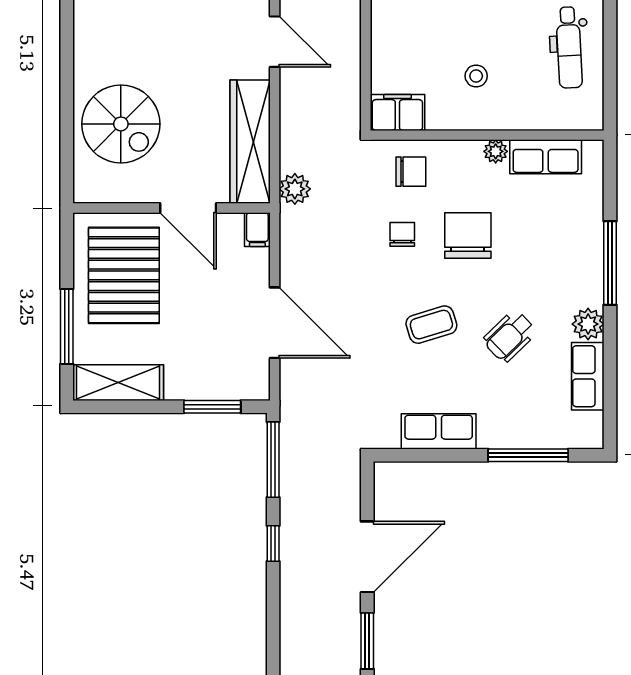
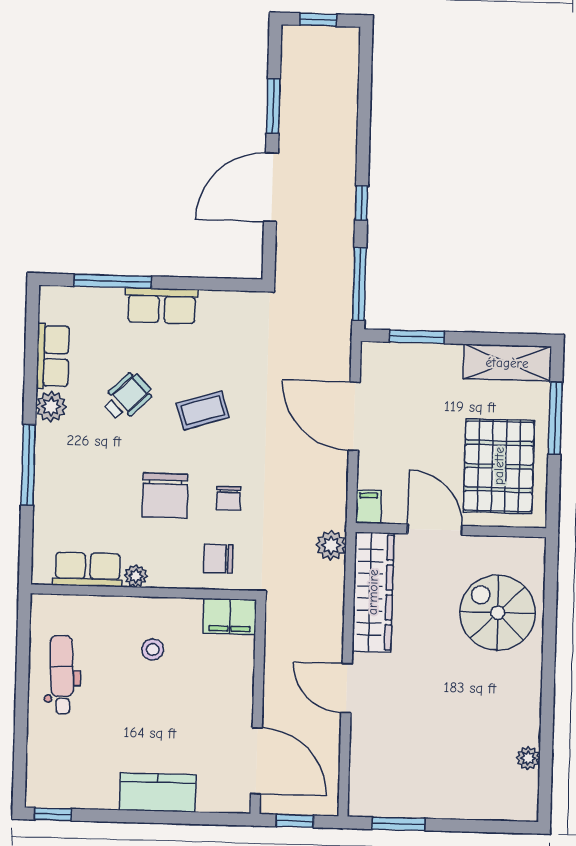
row of seats: (439, 431) -> (162, 306), moved

